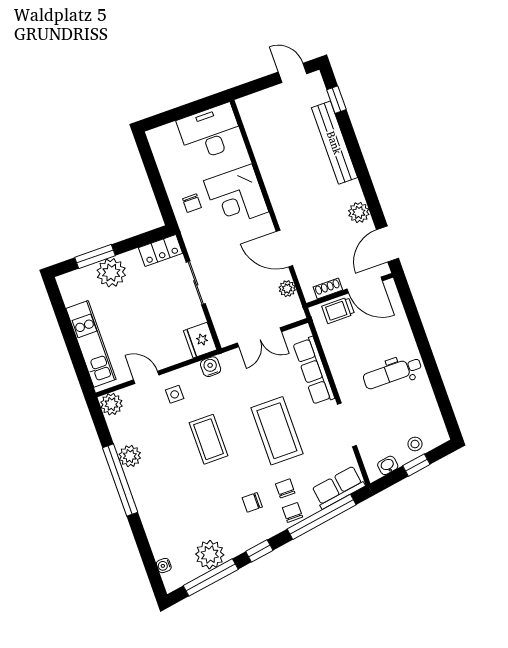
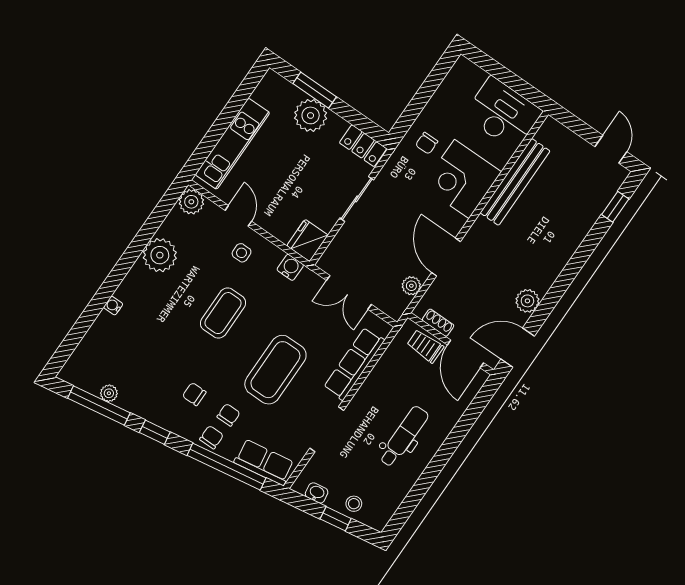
bench: (334, 143) -> (515, 182), moved
dental chair: (392, 373) -> (404, 436), turned 90
plant: (130, 456) -> (160, 255), width x1.36, depth x1.36
window: (120, 480) -> (128, 259), removed
plant: (210, 555) -> (109, 393), width x0.53, depth x0.53
water cooler: (164, 566) -> (113, 306), moved

